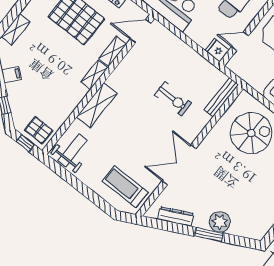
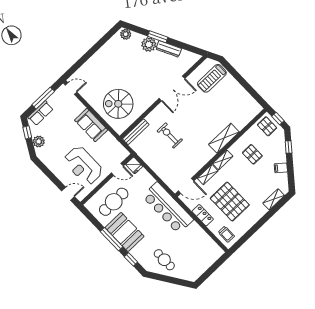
pallet: (54, 88) -> (252, 154), added
weight bench: (73, 150) -> (245, 109), removed
treadmill: (125, 187) -> (212, 78), turned 90
dresser: (176, 216) -> (169, 49), moved
plant: (254, 232) -> (126, 34), added

